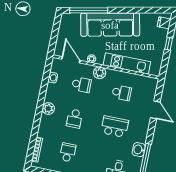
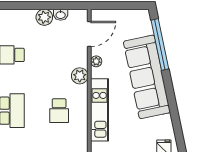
school desk: (81, 85) -> (59, 55), removed
plant: (48, 109) -> (44, 17), moved

